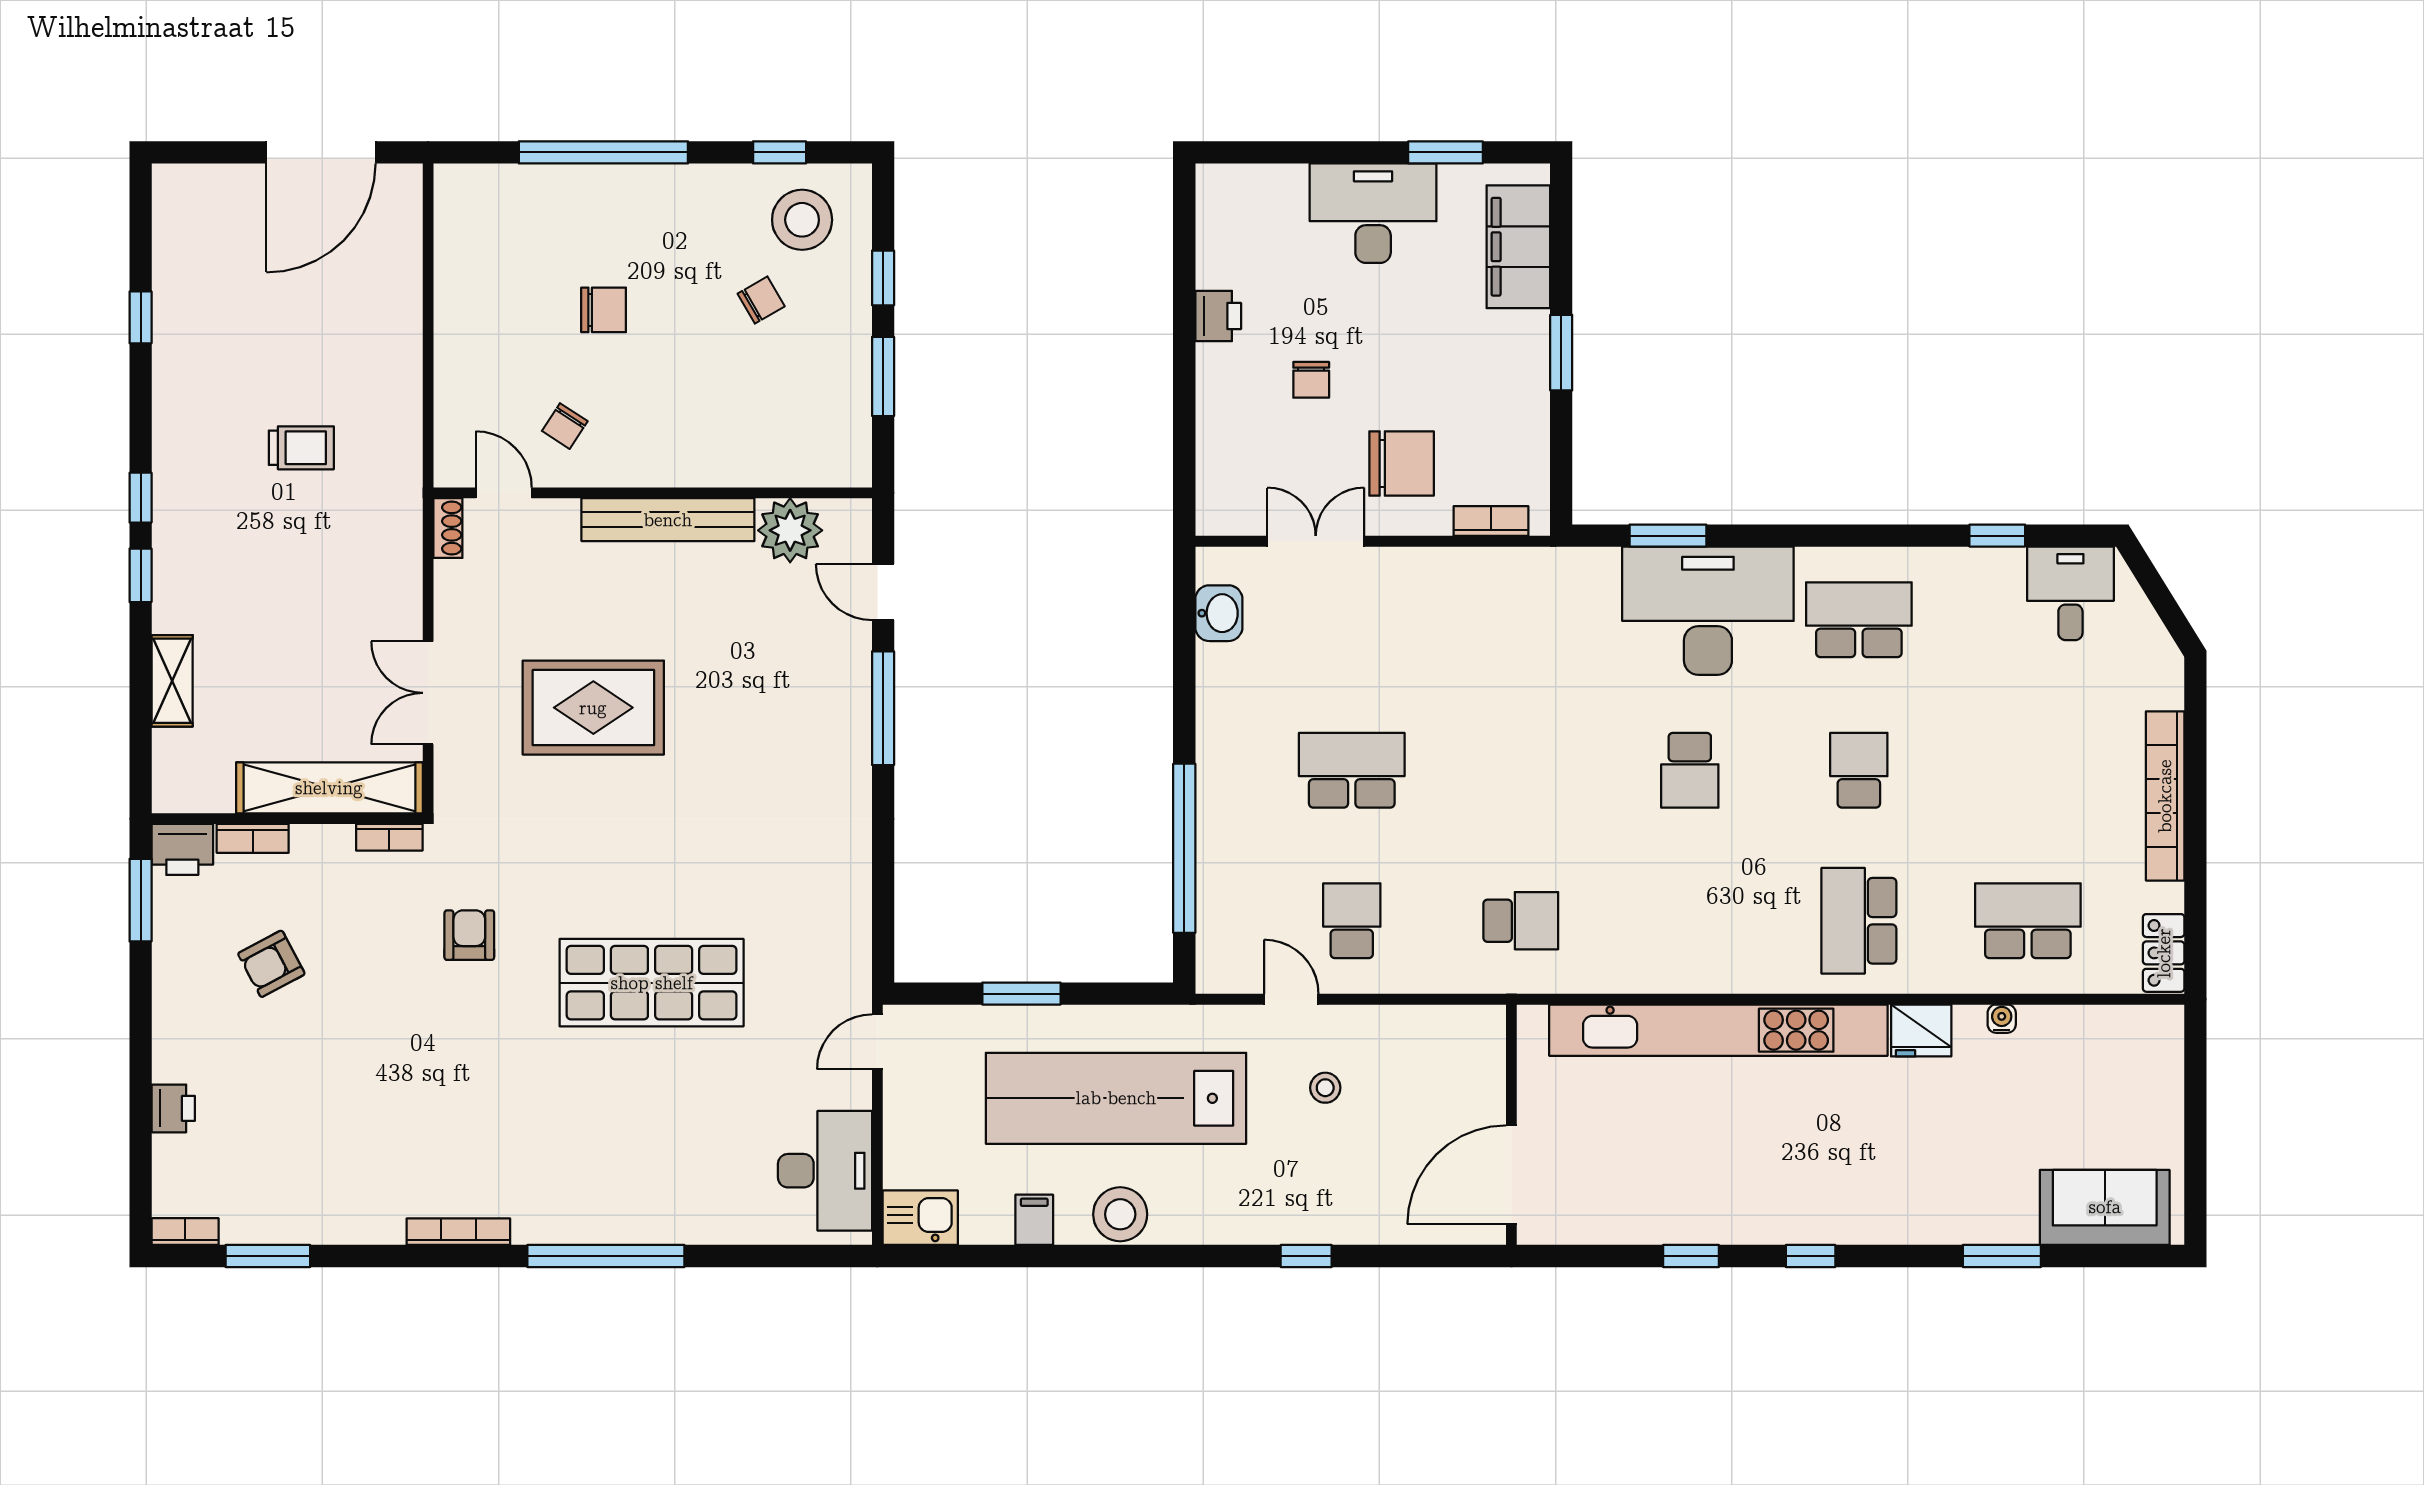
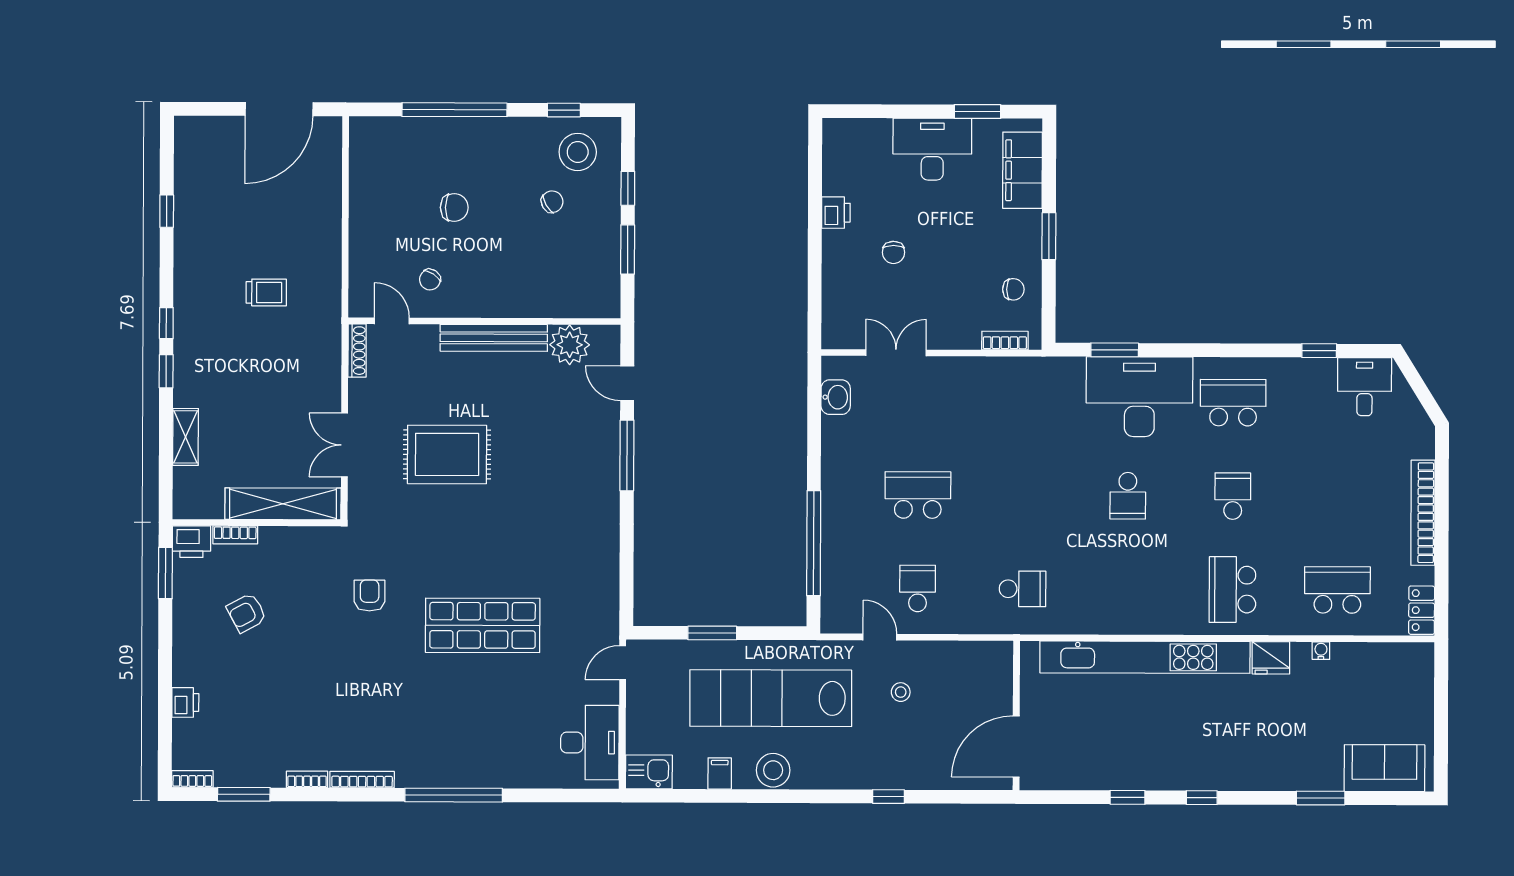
chair: (1402, 463) -> (1013, 289), moved, width x0.54, depth x0.54
shoe rack: (448, 528) -> (357, 351), width x1.43
bookcase: (389, 837) -> (307, 779), moved, turned 180

